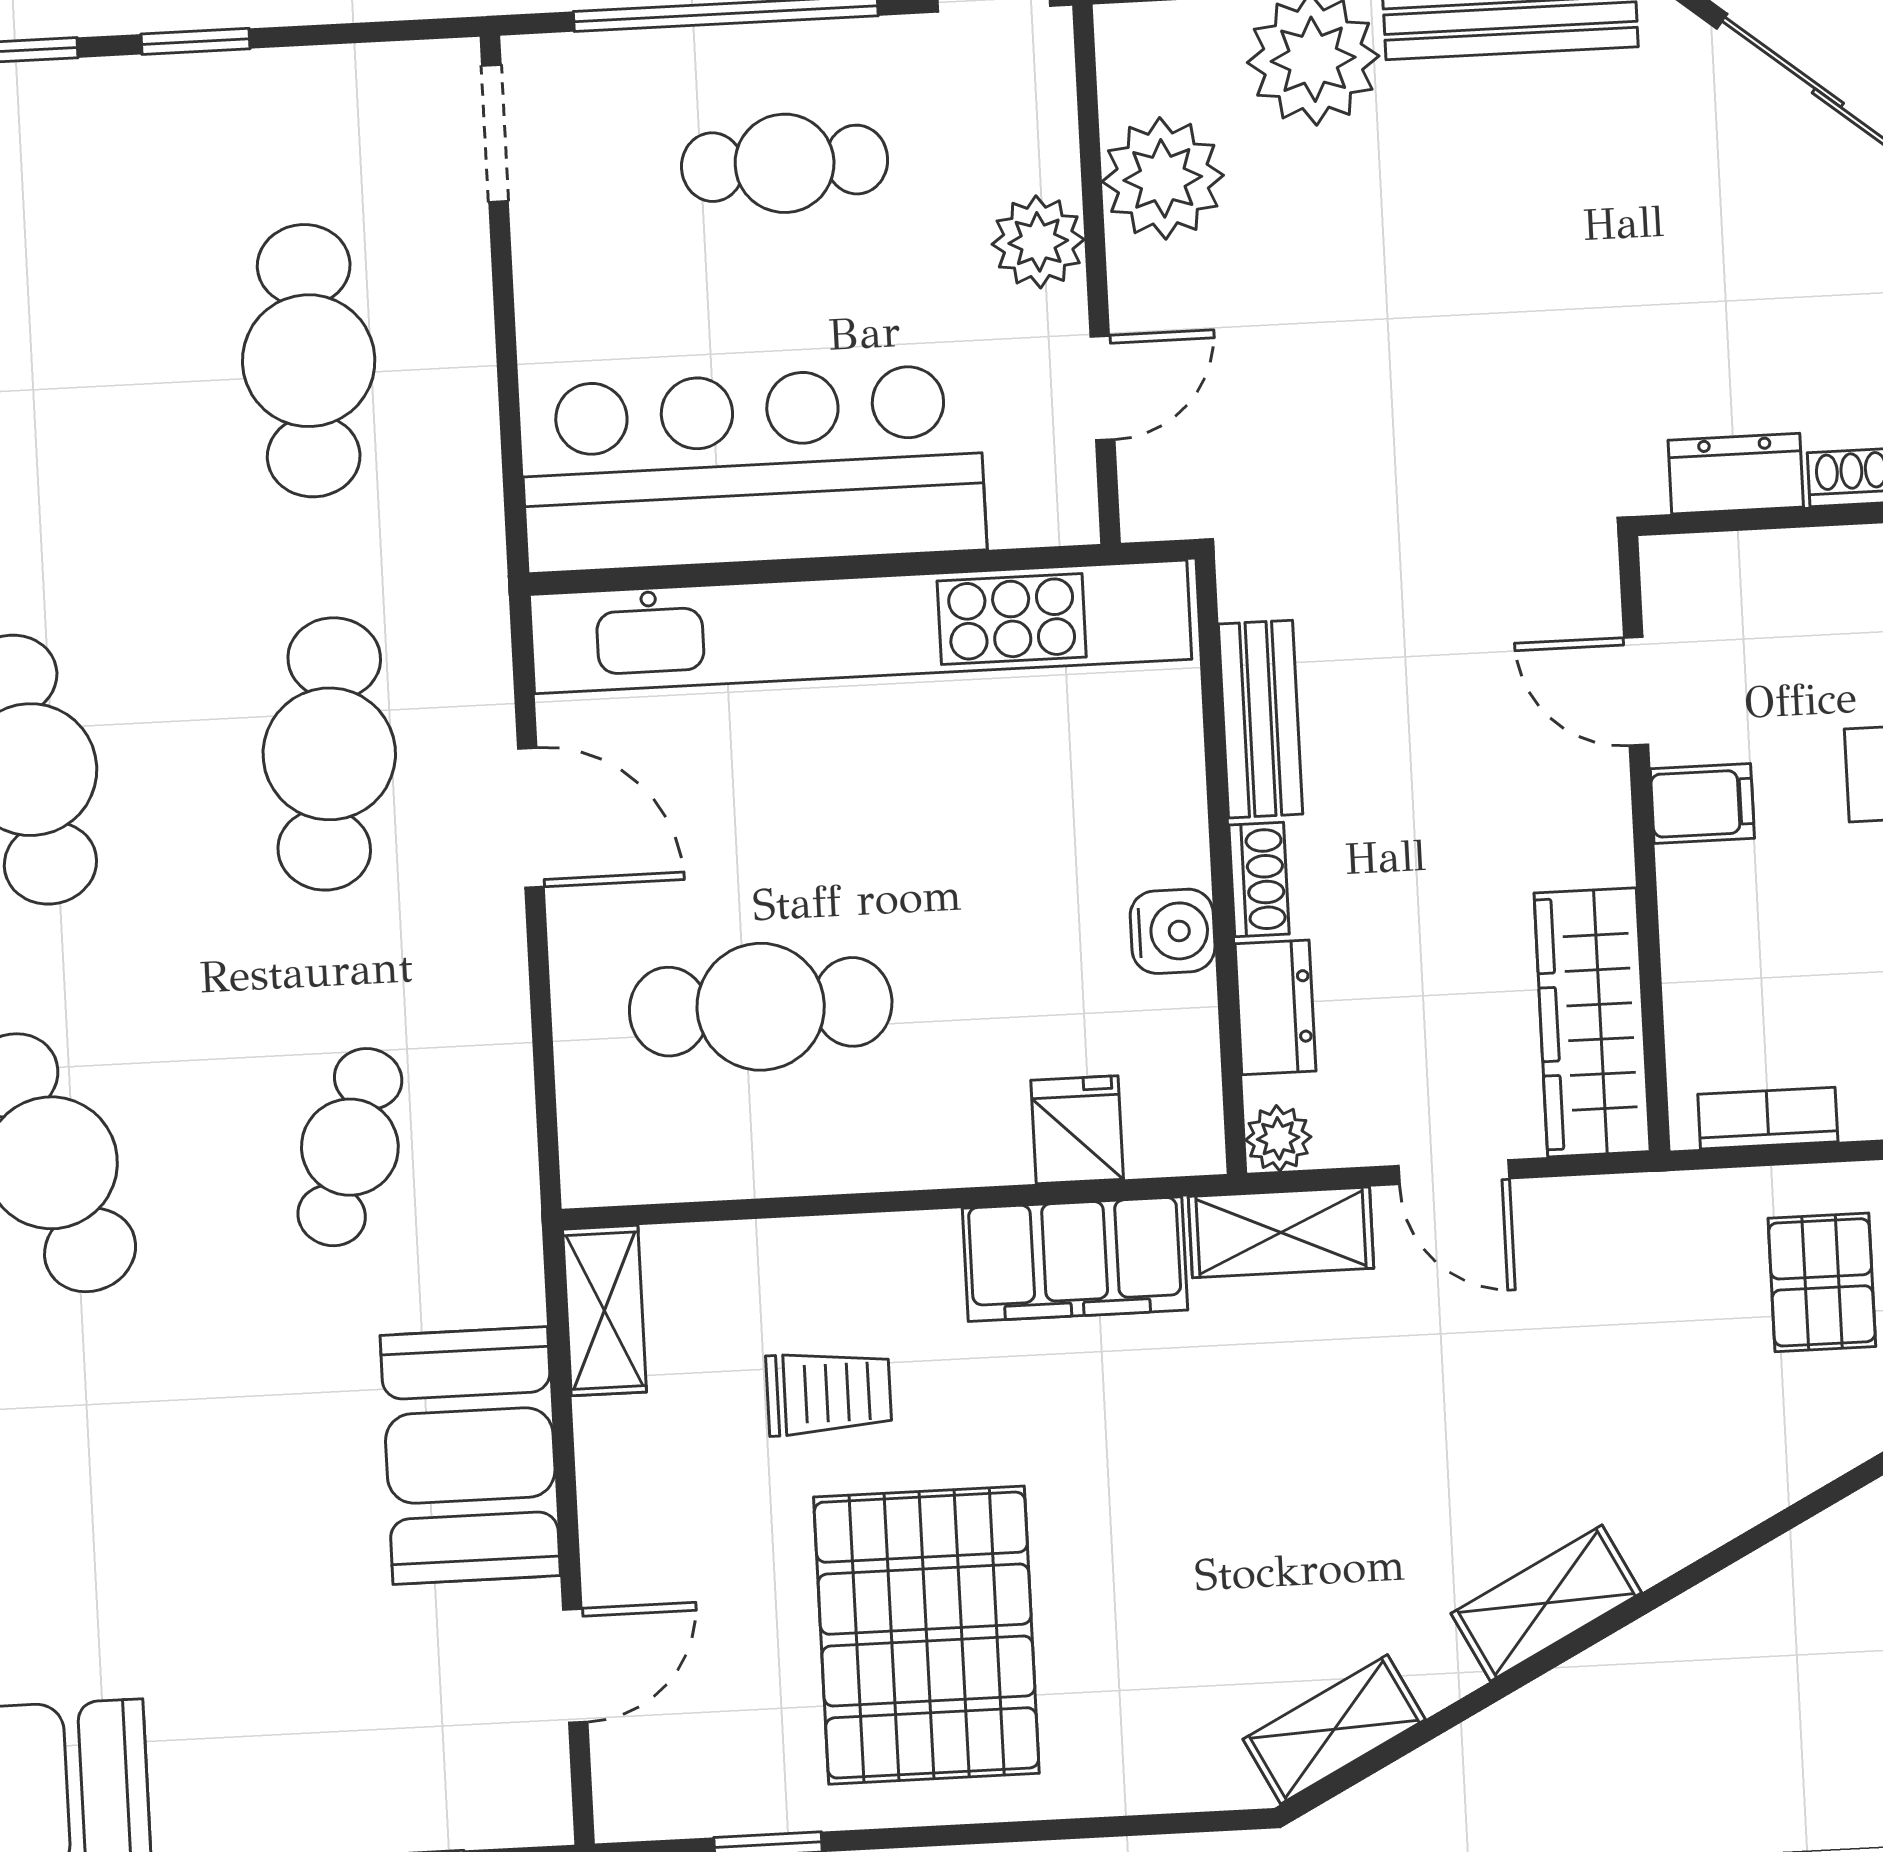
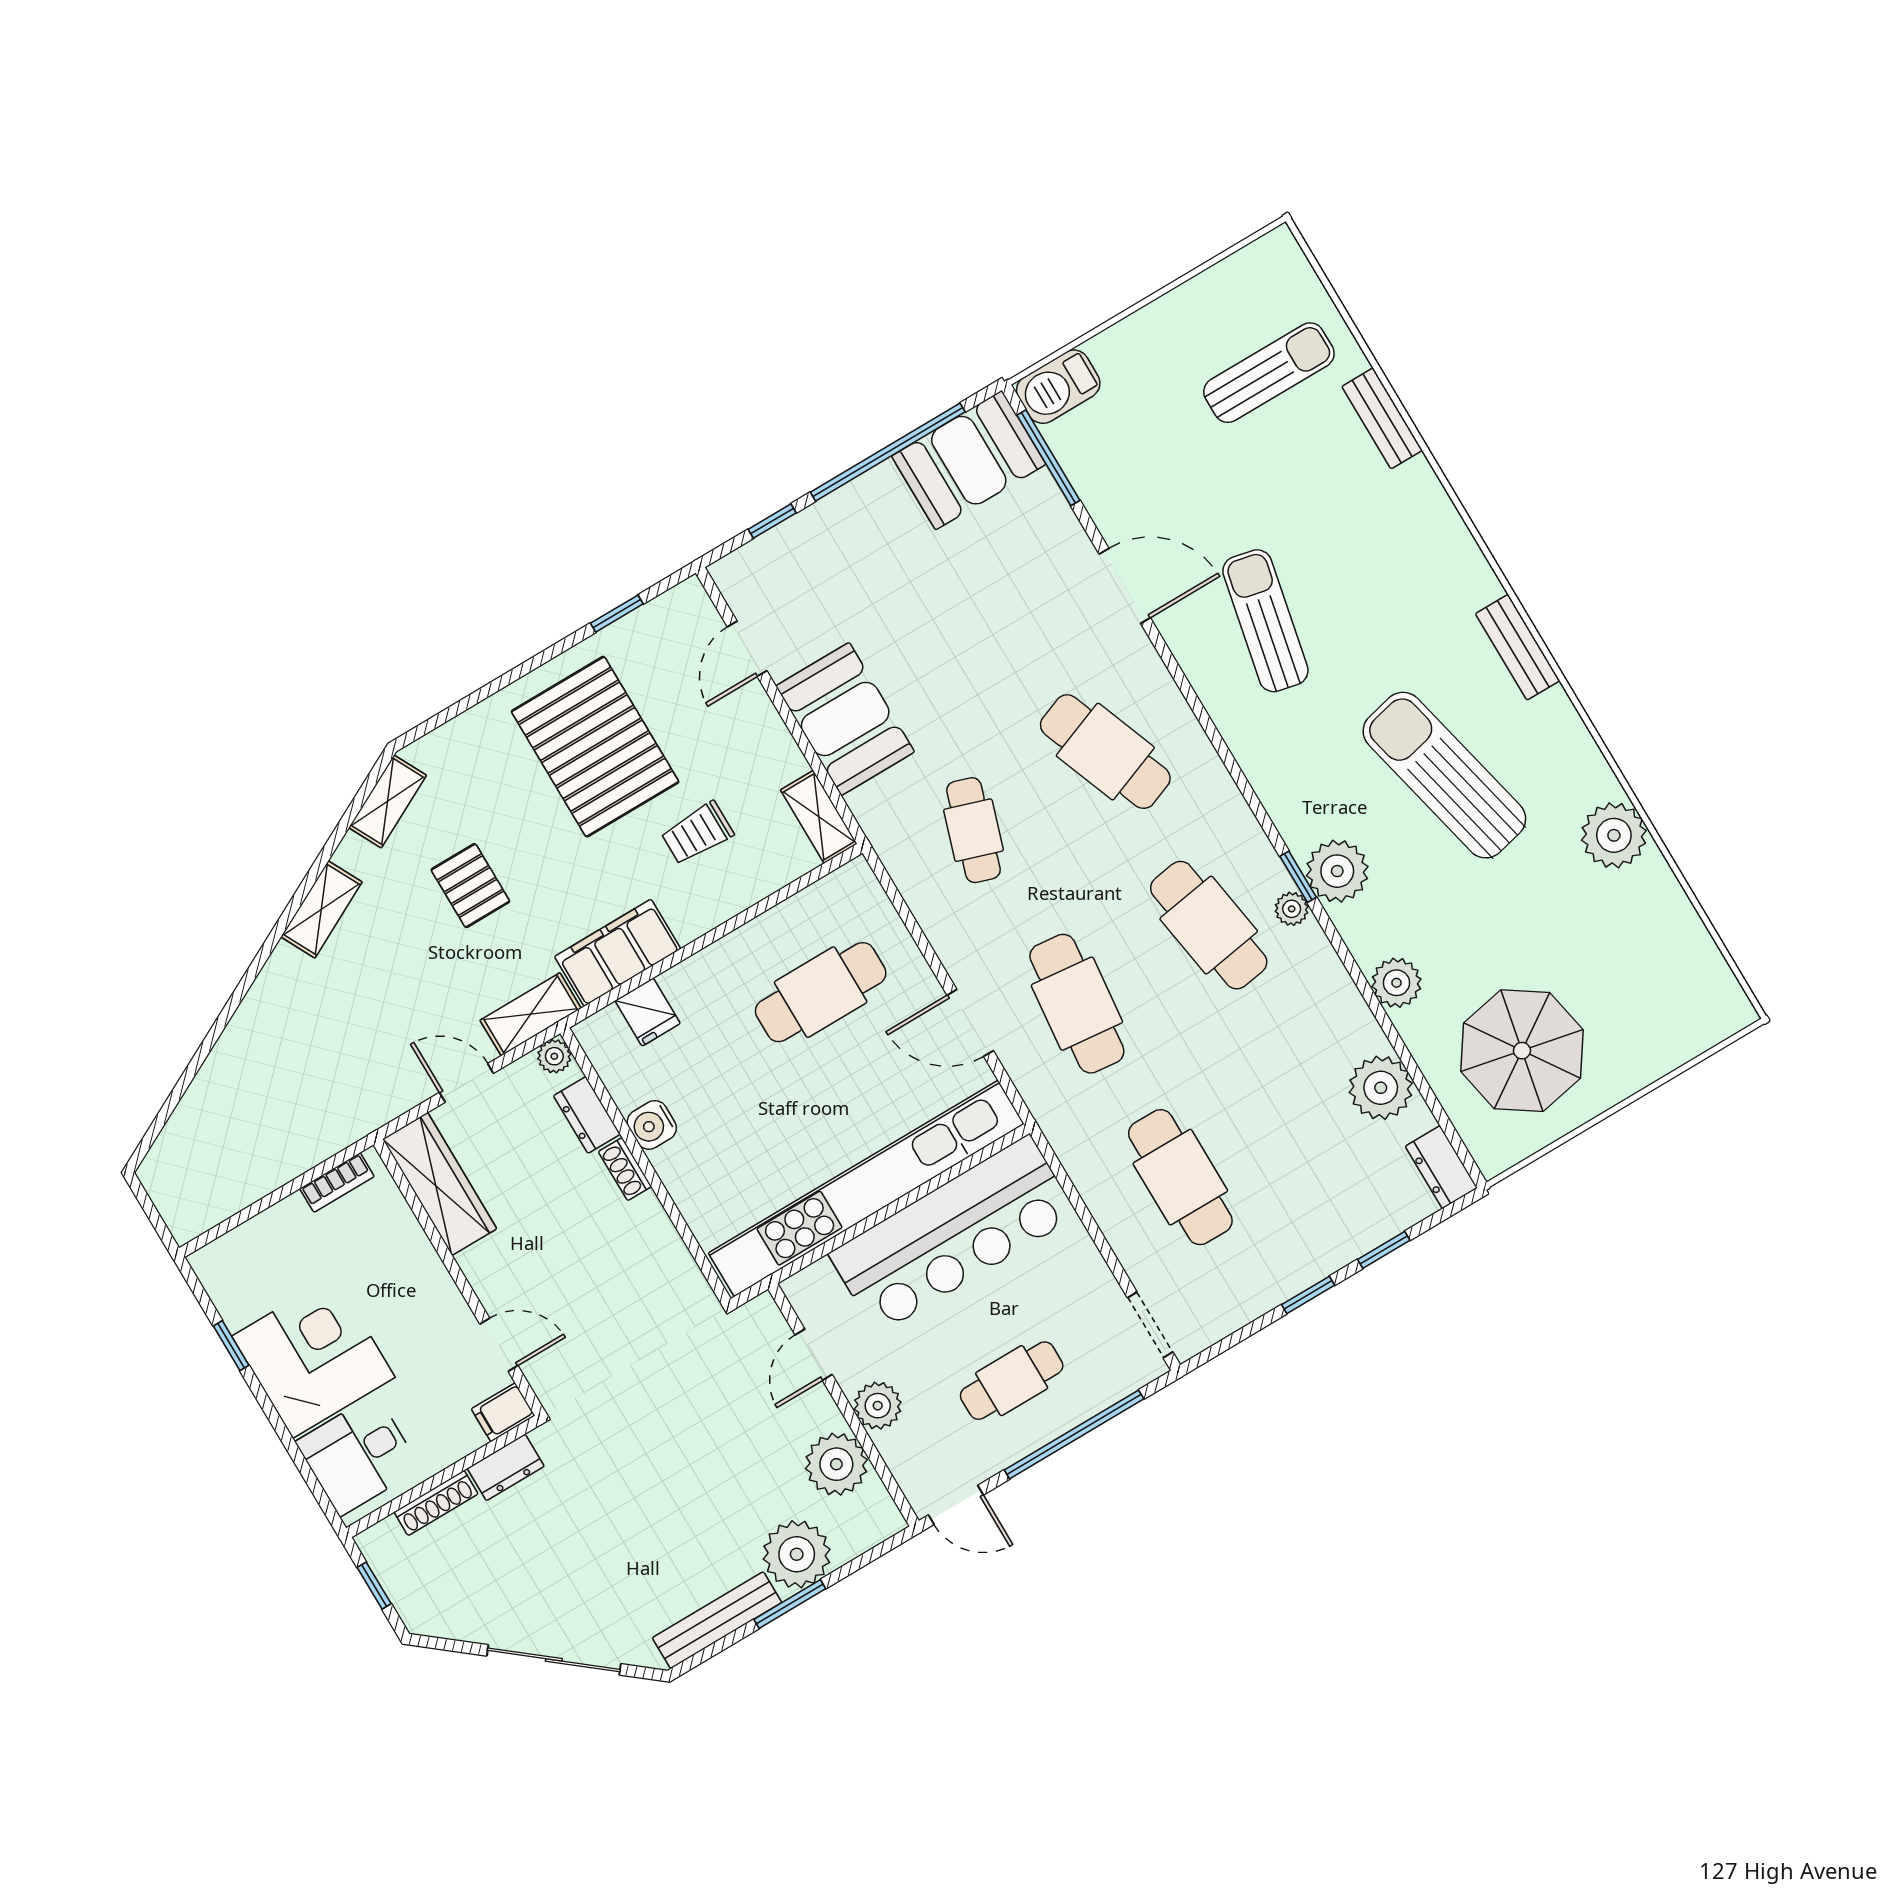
bench: (1261, 719) -> (663, 1242), removed
filing cabinet: (1702, 803) -> (503, 1412), moved
pallet: (1822, 1282) -> (470, 886), moved

